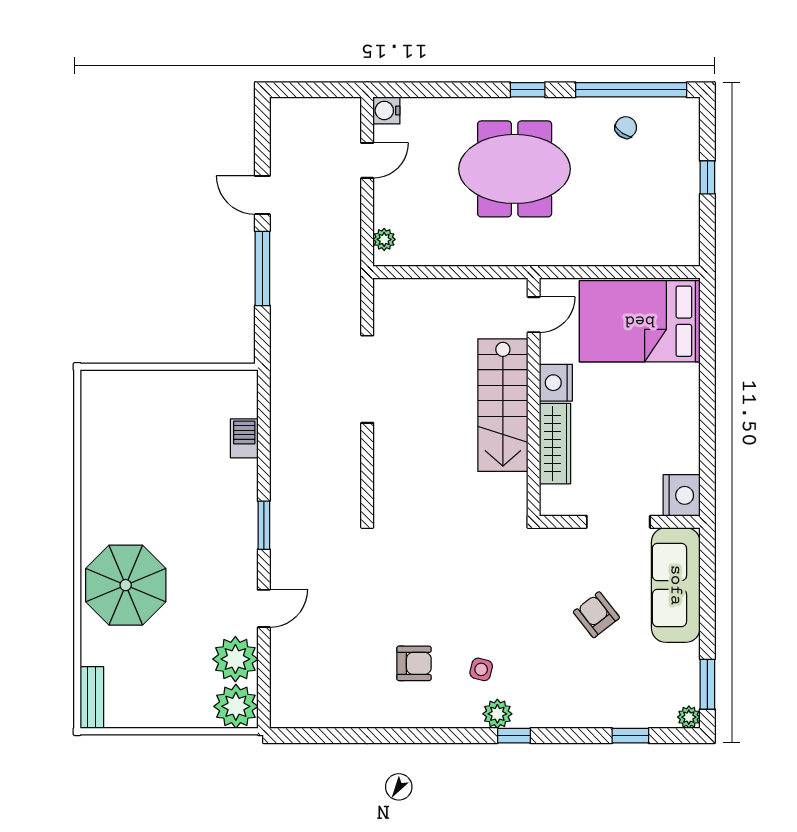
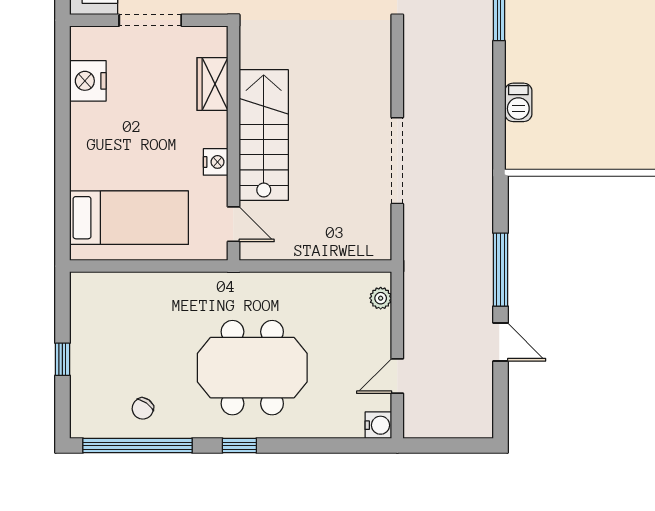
door: (534, 315) -> (233, 224), swing flipped
bed: (640, 321) -> (129, 218), width x0.67
nightstand: (556, 383) -> (216, 162), width x0.74, depth x0.75
wardrobe: (555, 444) -> (212, 84), width x0.67
nightstand: (682, 495) -> (88, 81), moved

